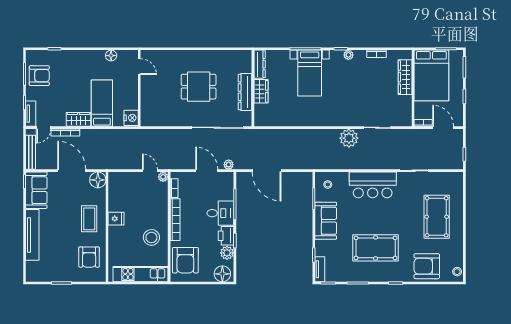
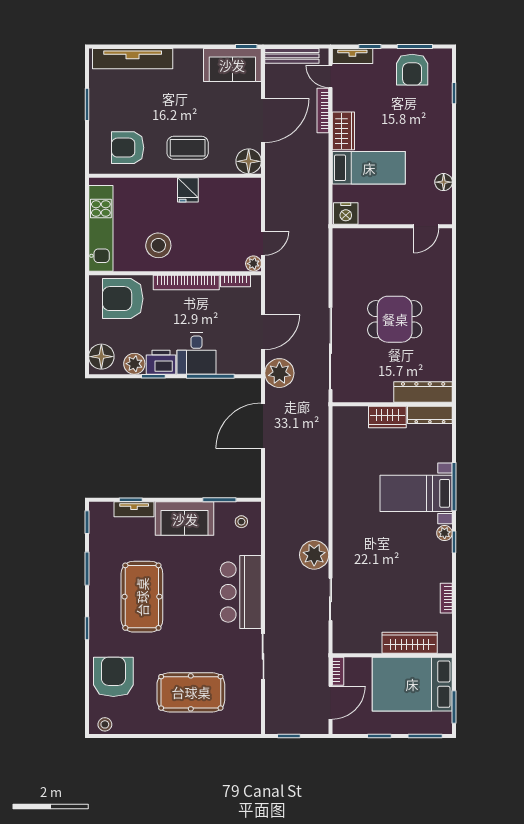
plant: (348, 55) -> (445, 533), moved
dining table: (199, 87) -> (395, 319), turned 90
dresser: (245, 92) -> (423, 392), moved
plant: (229, 165) -> (279, 373), width x1.88, depth x1.88
tv unit: (32, 235) -> (133, 59), moved
tv unit: (320, 269) -> (134, 509), moved

